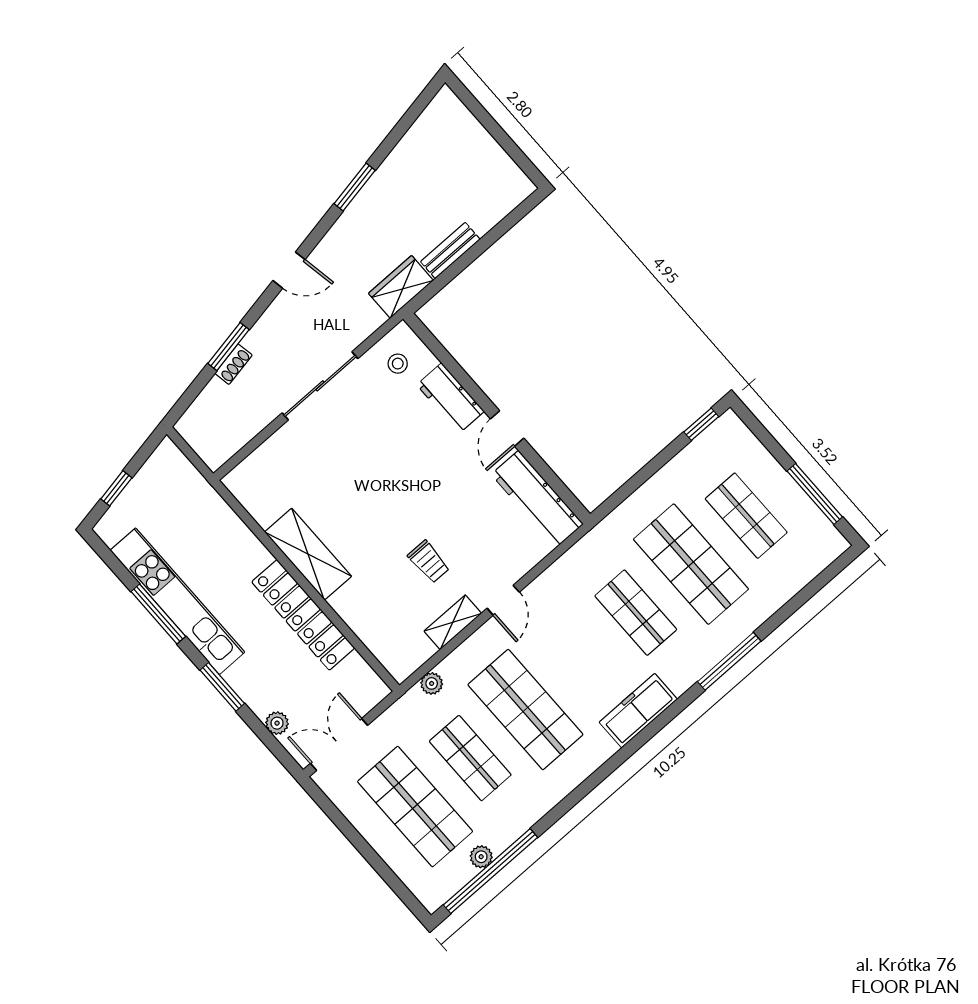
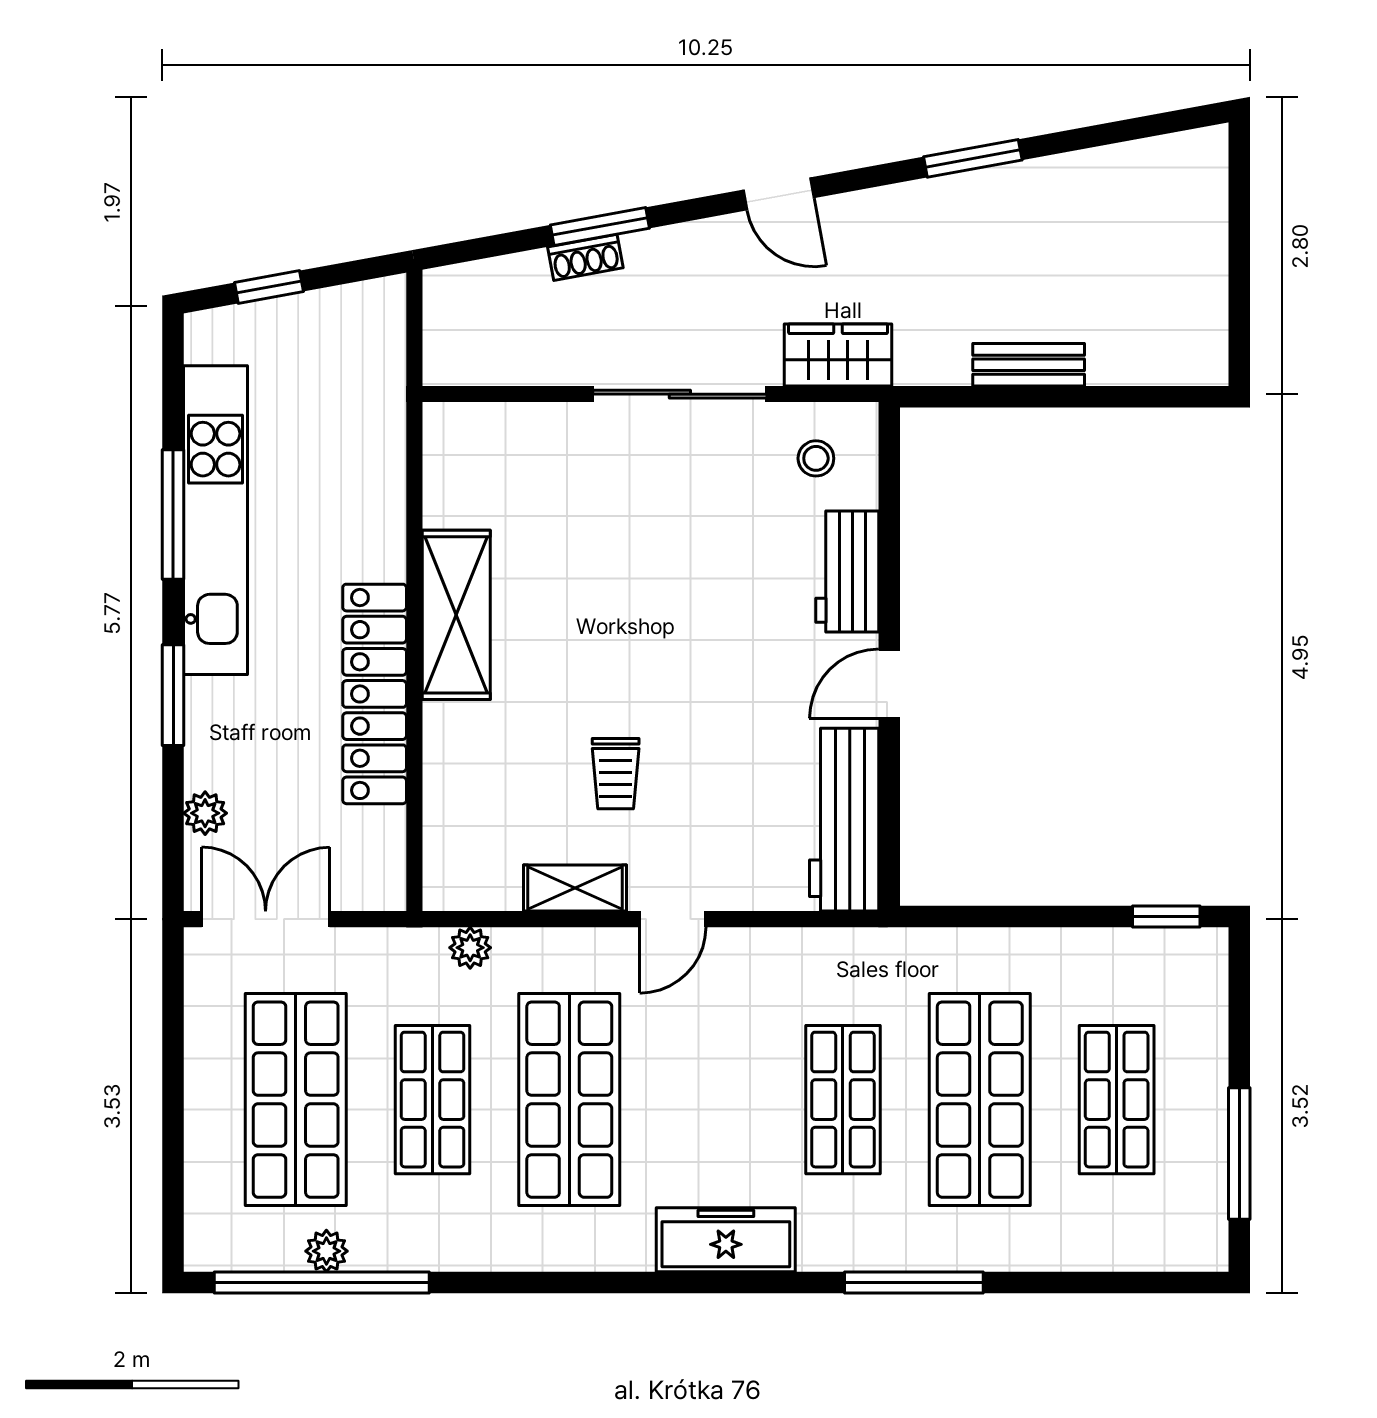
wardrobe: (401, 287) -> (838, 355), moved

